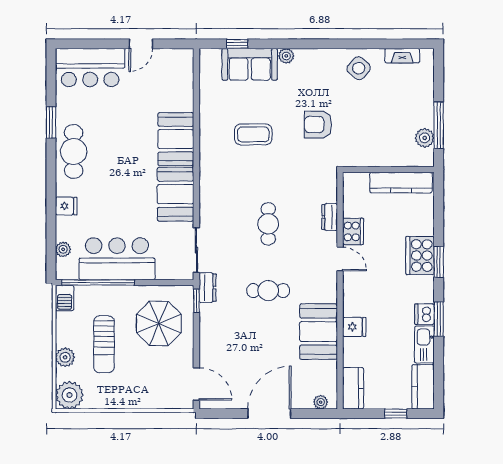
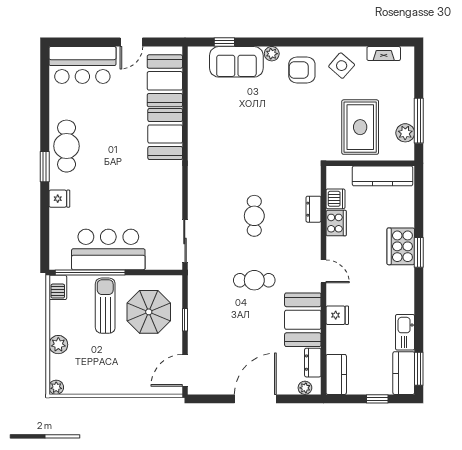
window: (51, 122) -> (45, 167), moved
armchair: (318, 125) -> (302, 70), moved
rug: (378, 132) -> (360, 127), added
coffee table: (253, 134) -> (240, 129), removed
booth: (176, 194) -> (165, 81), moved
plant: (63, 249) -> (56, 240), removed
door: (340, 259) -> (324, 271), moved
dresser: (207, 288) -> (313, 363), moved, turned 180
window: (196, 301) -> (185, 320), moved
dishwasher: (424, 314) -> (335, 199), moved, turned 180
window: (439, 319) -> (419, 369), moved
sun lounger: (104, 344) -> (105, 306), moved, turned 180
door: (196, 384) -> (185, 370), swing flipped
plant: (69, 395) -> (56, 387), width x0.53, depth x0.53

